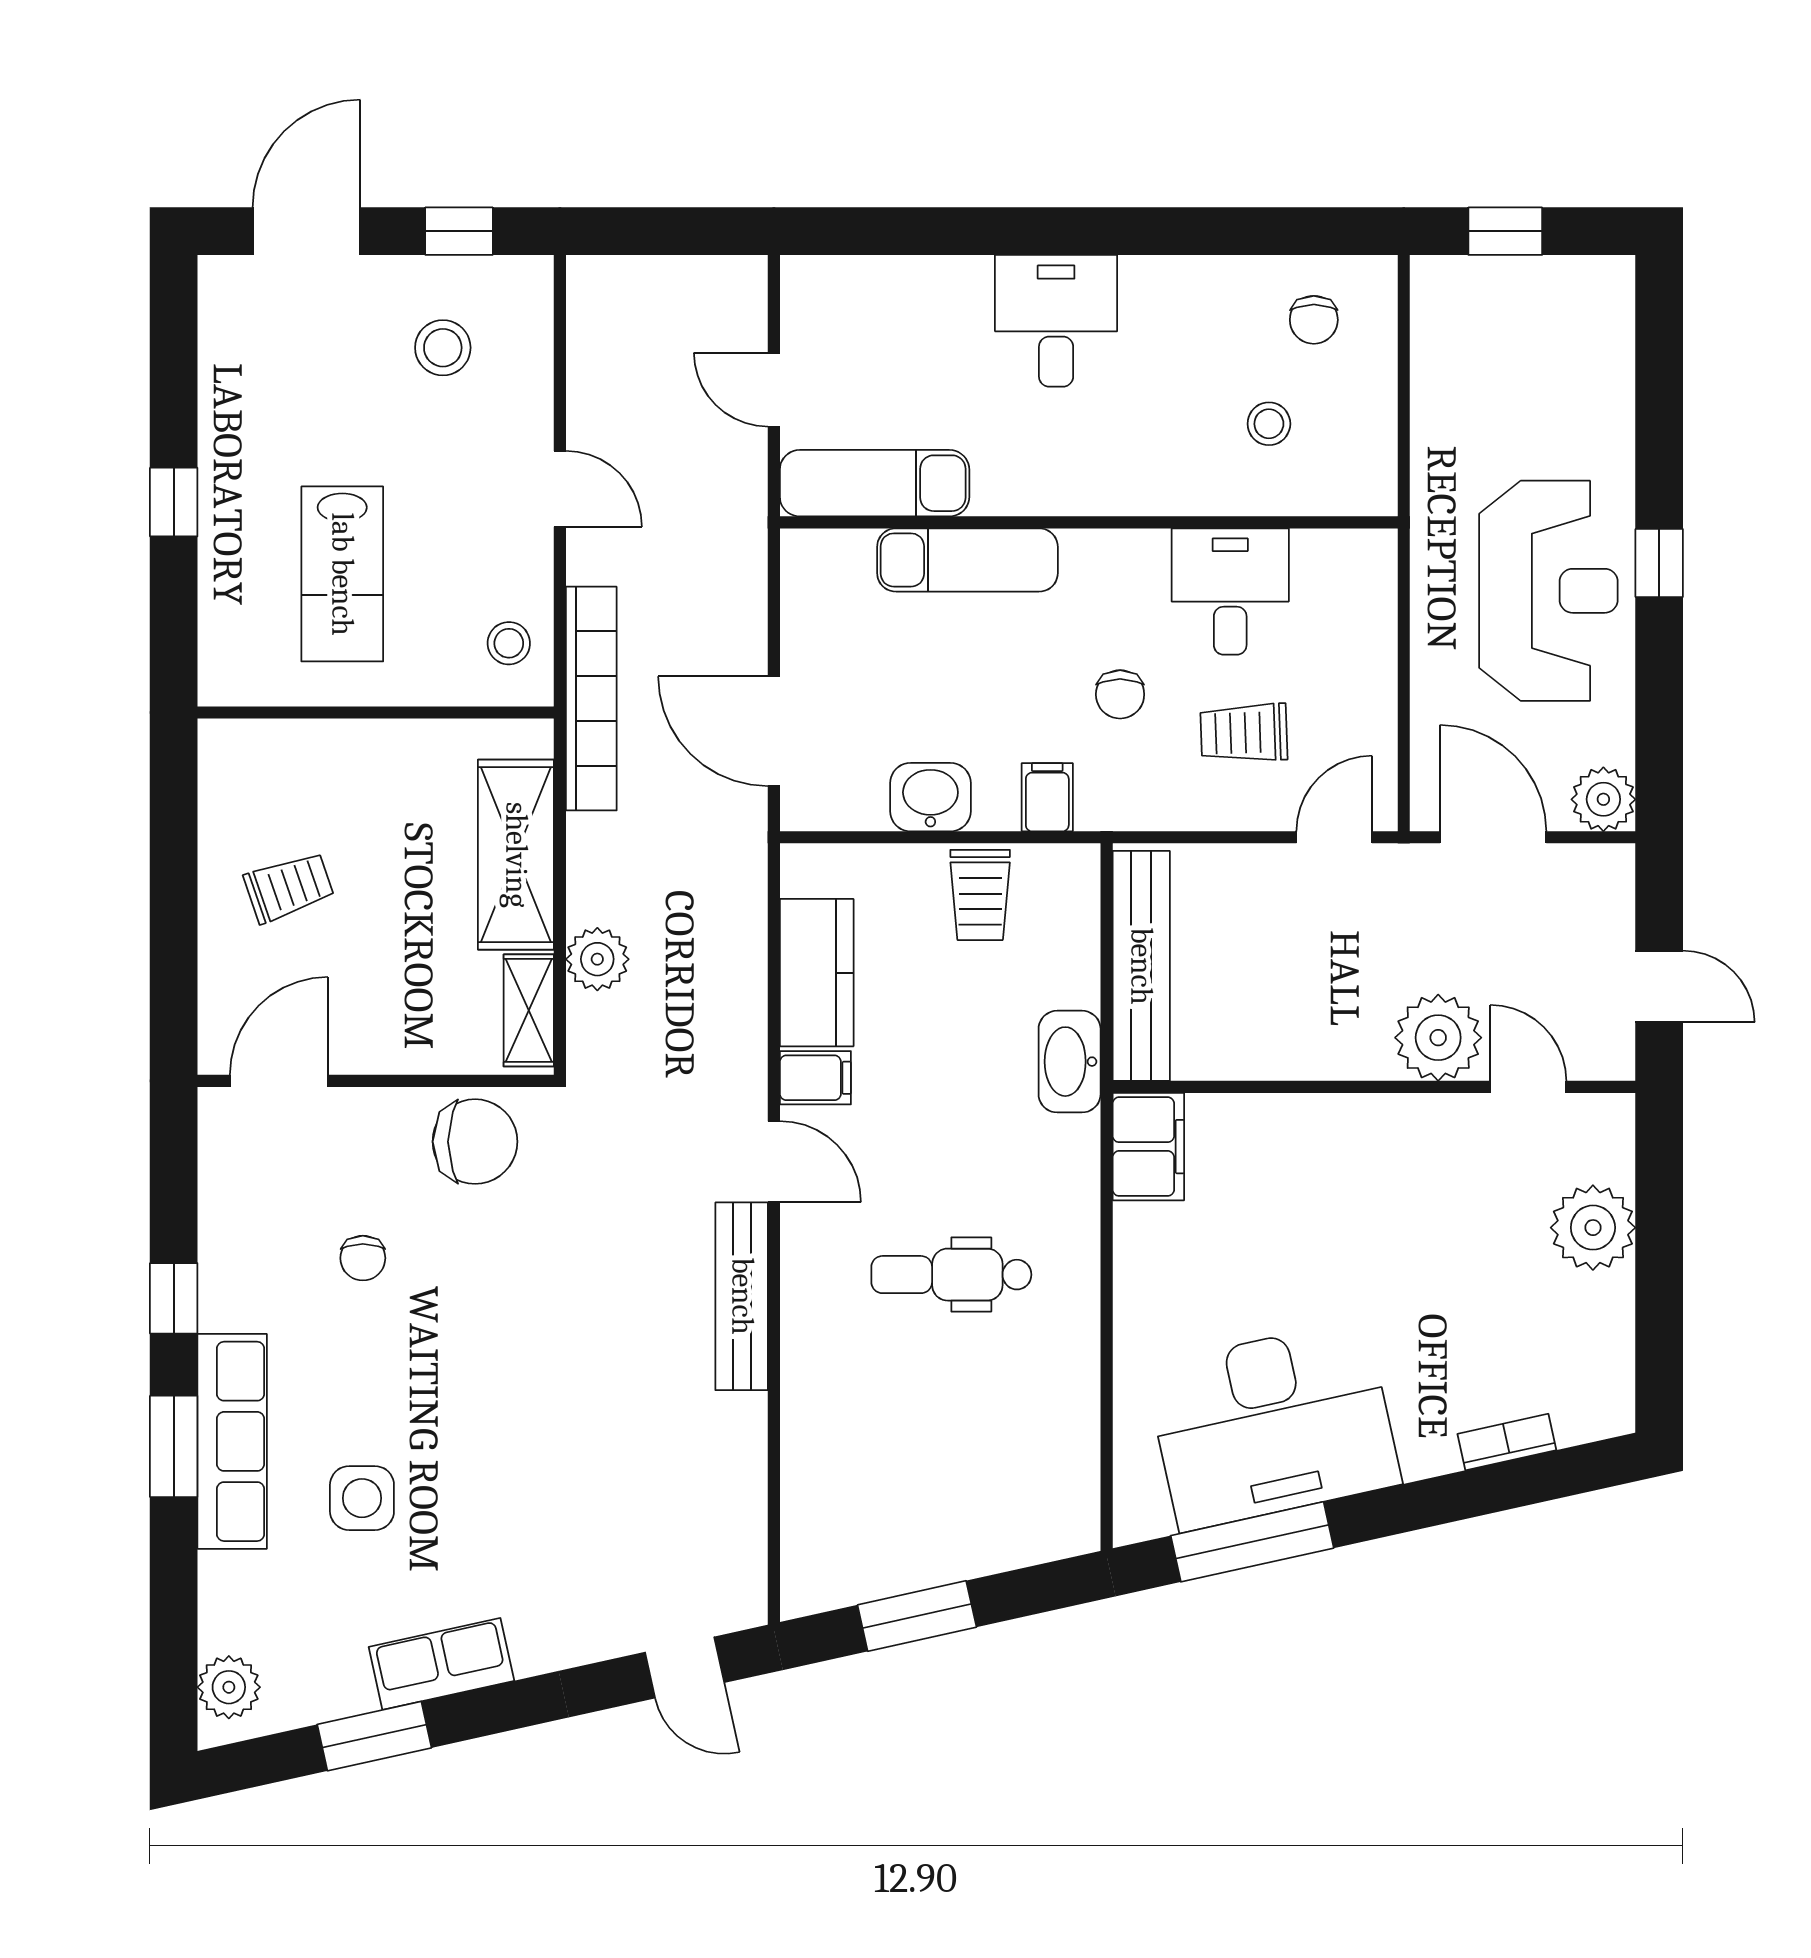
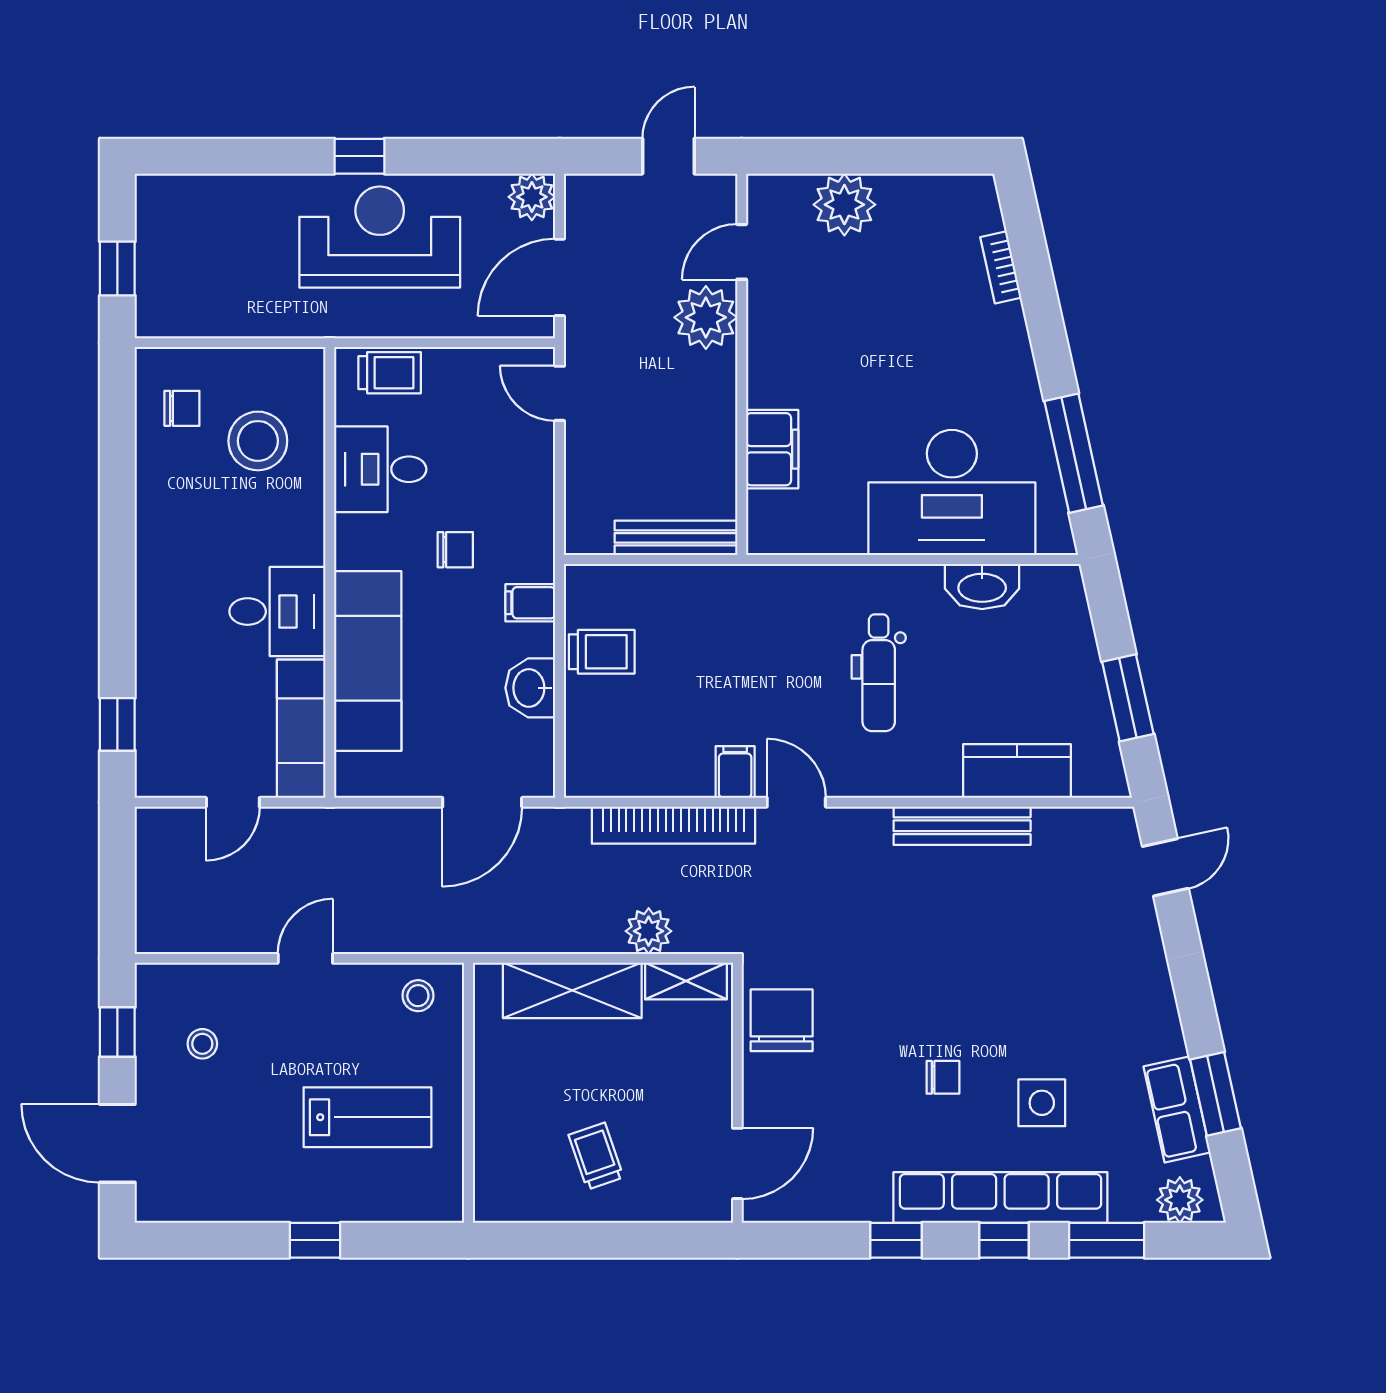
window: (881, 231) -> (117, 724), added
desk: (1056, 321) -> (277, 612), moved, turned 180
stool: (443, 348) -> (202, 1044), width x0.73, depth x0.73
stool: (1269, 424) -> (258, 441), width x1.89, depth x1.89
exam couch: (967, 560) -> (368, 661), width x1.36, depth x1.45
bookcase: (591, 699) -> (673, 825), moved, turned 180
trolley: (1244, 733) -> (390, 373), moved, turned -88
bench: (1141, 966) -> (676, 538), width x0.73, depth x0.82
kitchen counter: (817, 973) -> (1017, 771), moved
washbasin: (1070, 1062) -> (982, 586), moved
door: (279, 1081) -> (737, 1163), swing flipped
filing cabinet: (1148, 1147) -> (772, 449), moved, turned 90
door: (774, 1162) -> (796, 802), hinge flipped
chair: (363, 1258) -> (943, 1077), moved
bench: (742, 1296) -> (962, 826), moved
desk: (1273, 1425) -> (952, 493), moved, turned 102
row of seats: (232, 1441) -> (1000, 1198), width x1.36
window: (174, 1446) -> (1004, 1240), width x0.67
window: (174, 1587) -> (1107, 1240), added
row of seats: (441, 1664) -> (1177, 1109), moved

